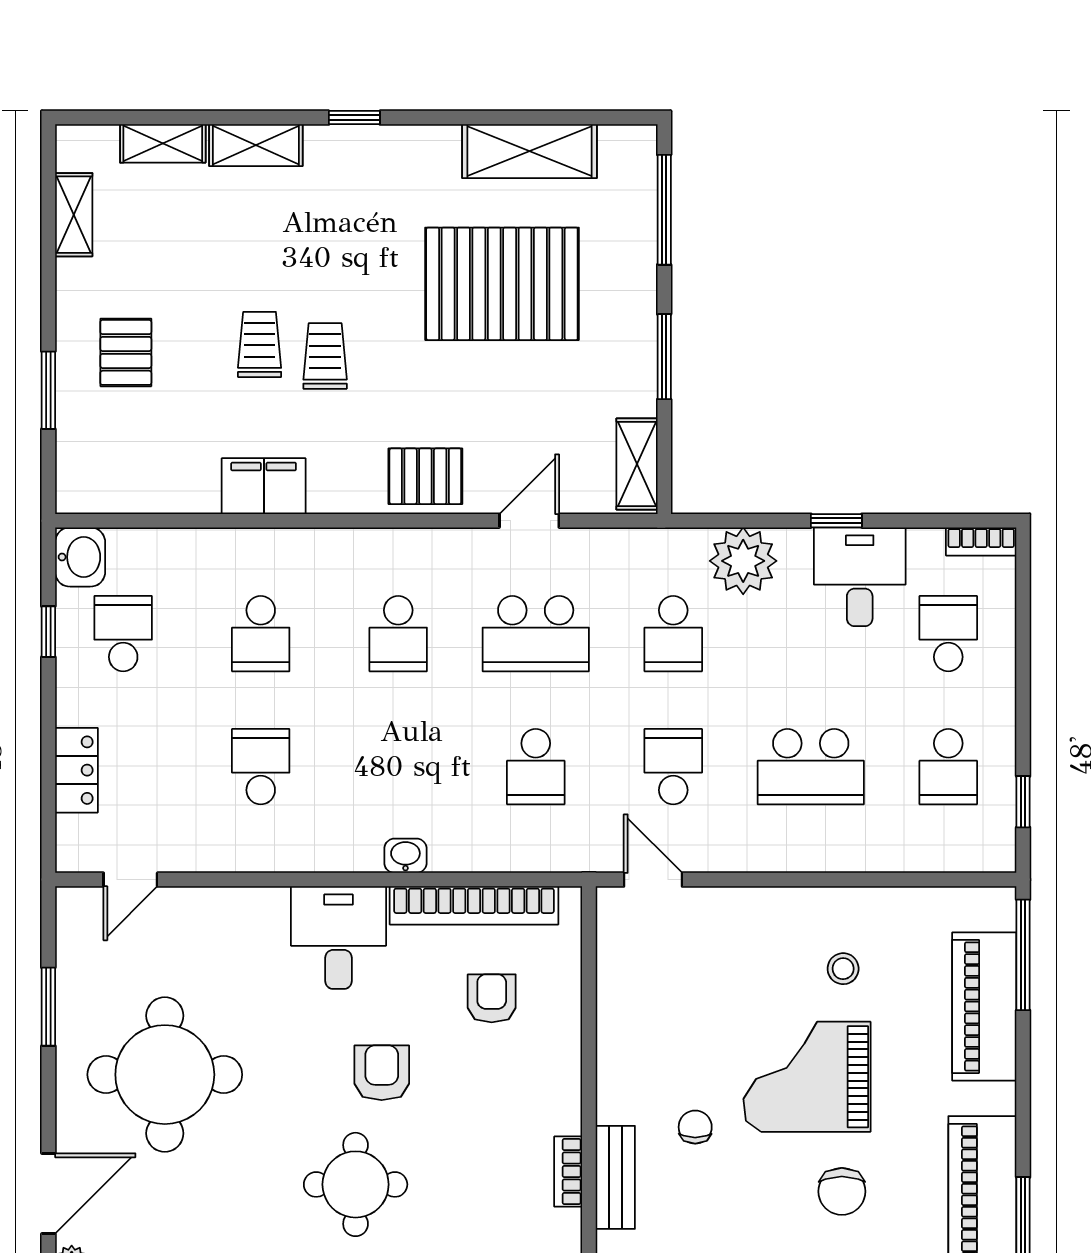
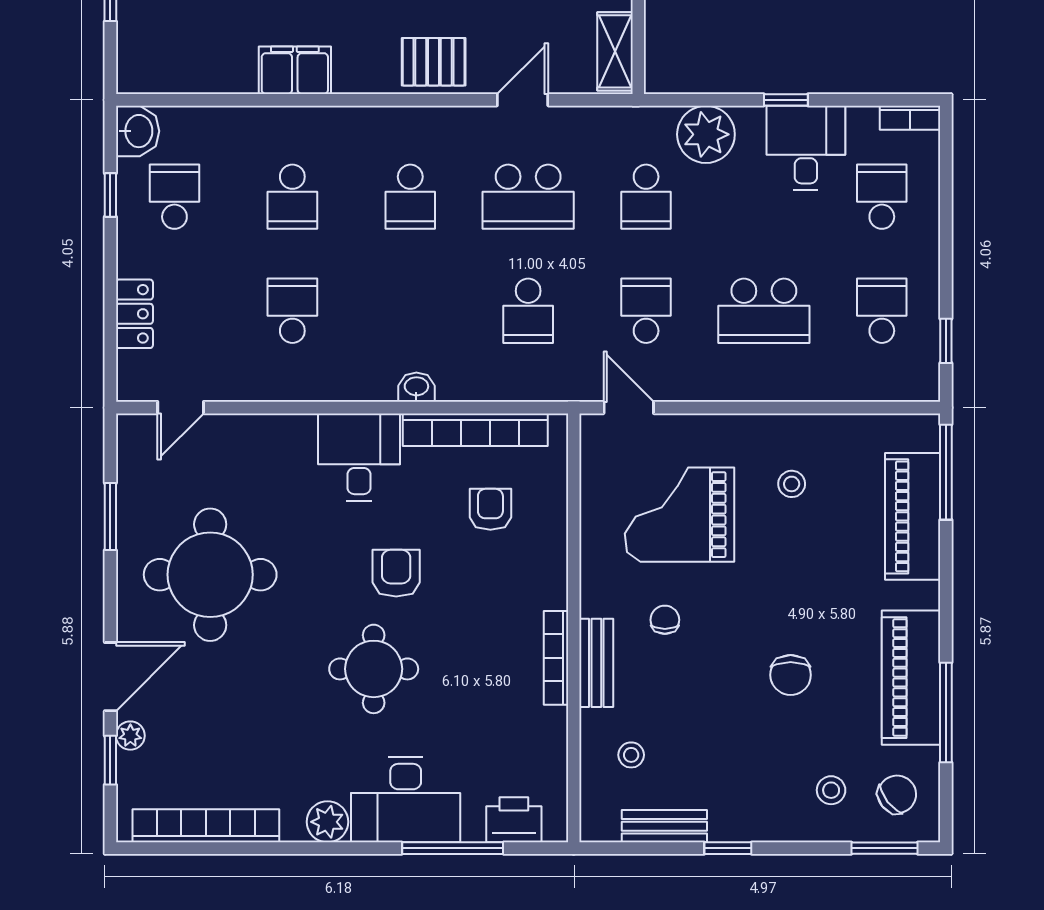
school desk: (948, 767) -> (882, 311), turned 180
grand piano: (807, 1077) -> (680, 515), moved
bookcase: (568, 1172) -> (556, 658), width x1.56

